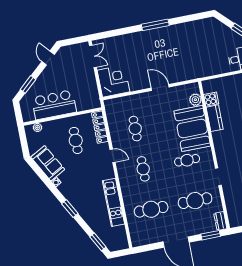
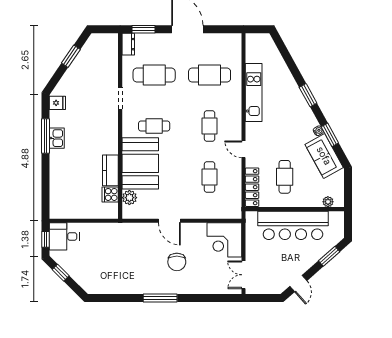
chair: (148, 56) -> (177, 262), added
bar counter: (54, 105) -> (293, 225), width x1.36
window: (98, 242) -> (330, 135), moved

